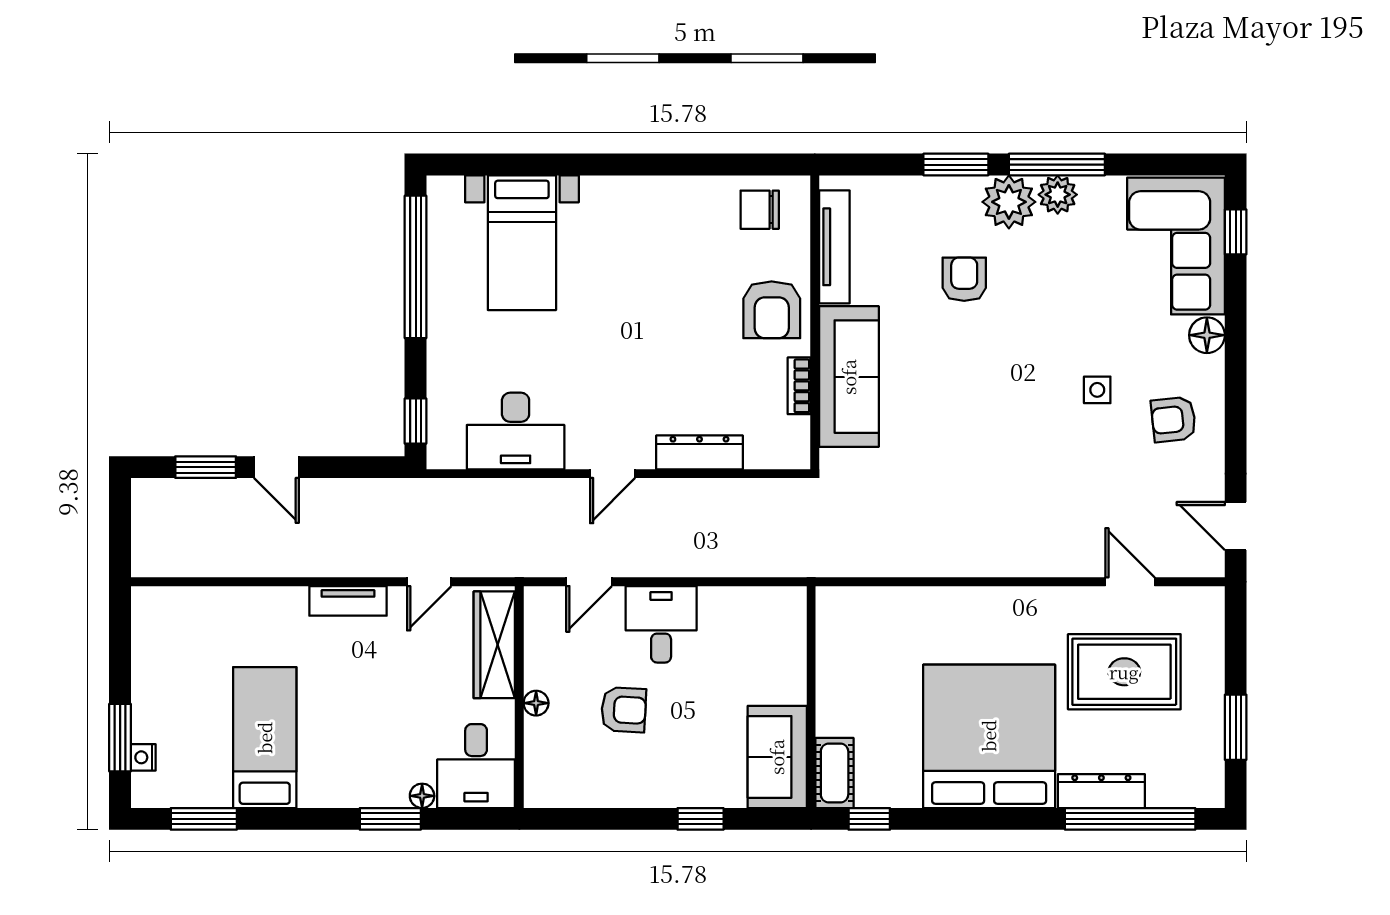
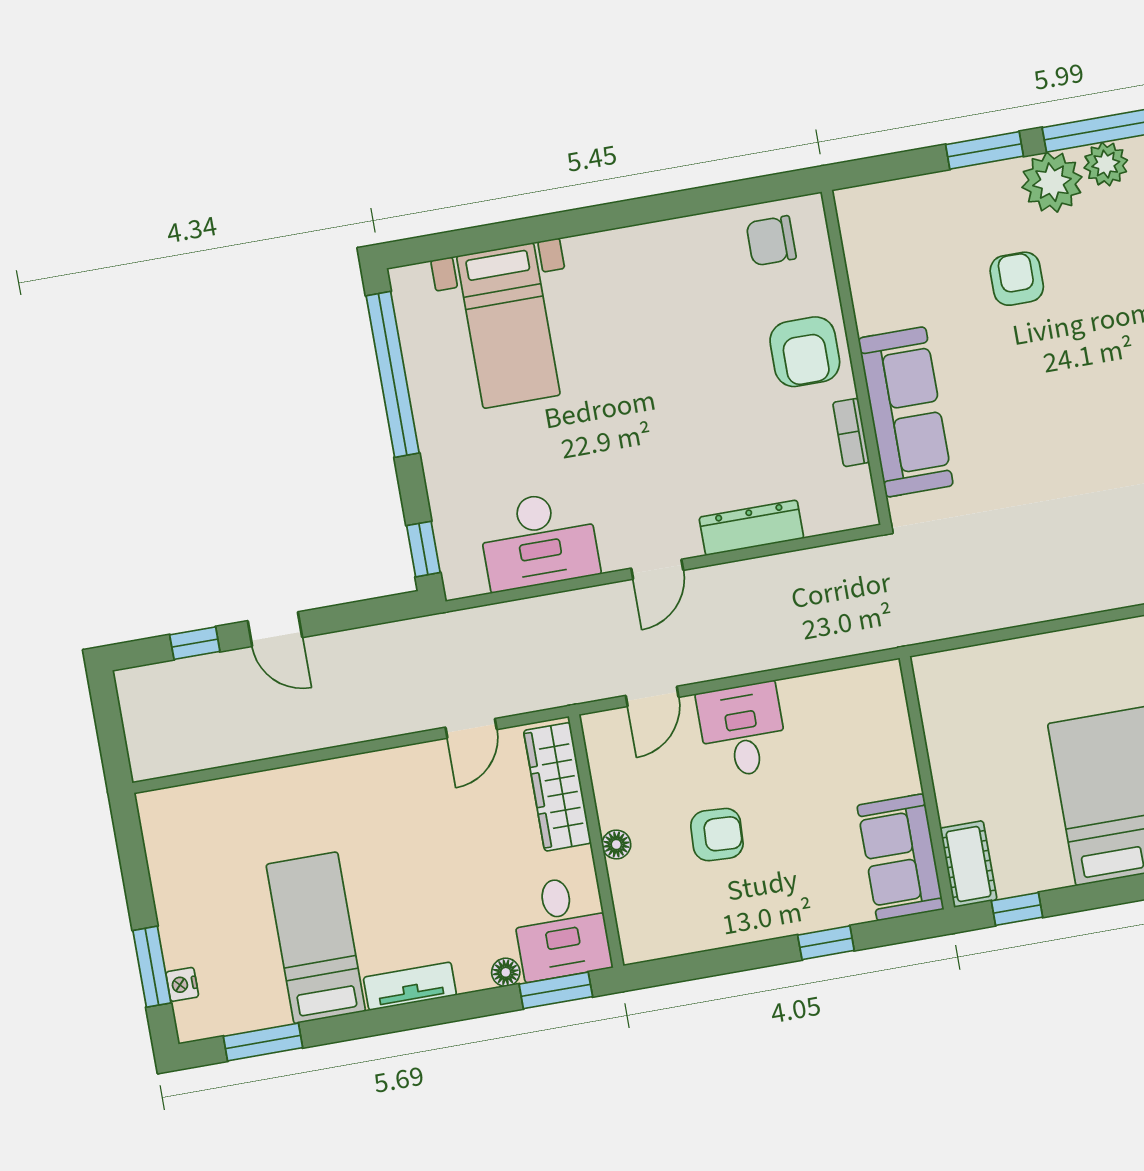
tv unit: (834, 247) -> (863, 268), removed
window: (206, 467) -> (195, 643), width x0.67
tv unit: (348, 601) -> (410, 986), moved, turned 180
window: (390, 819) -> (556, 990), moved

